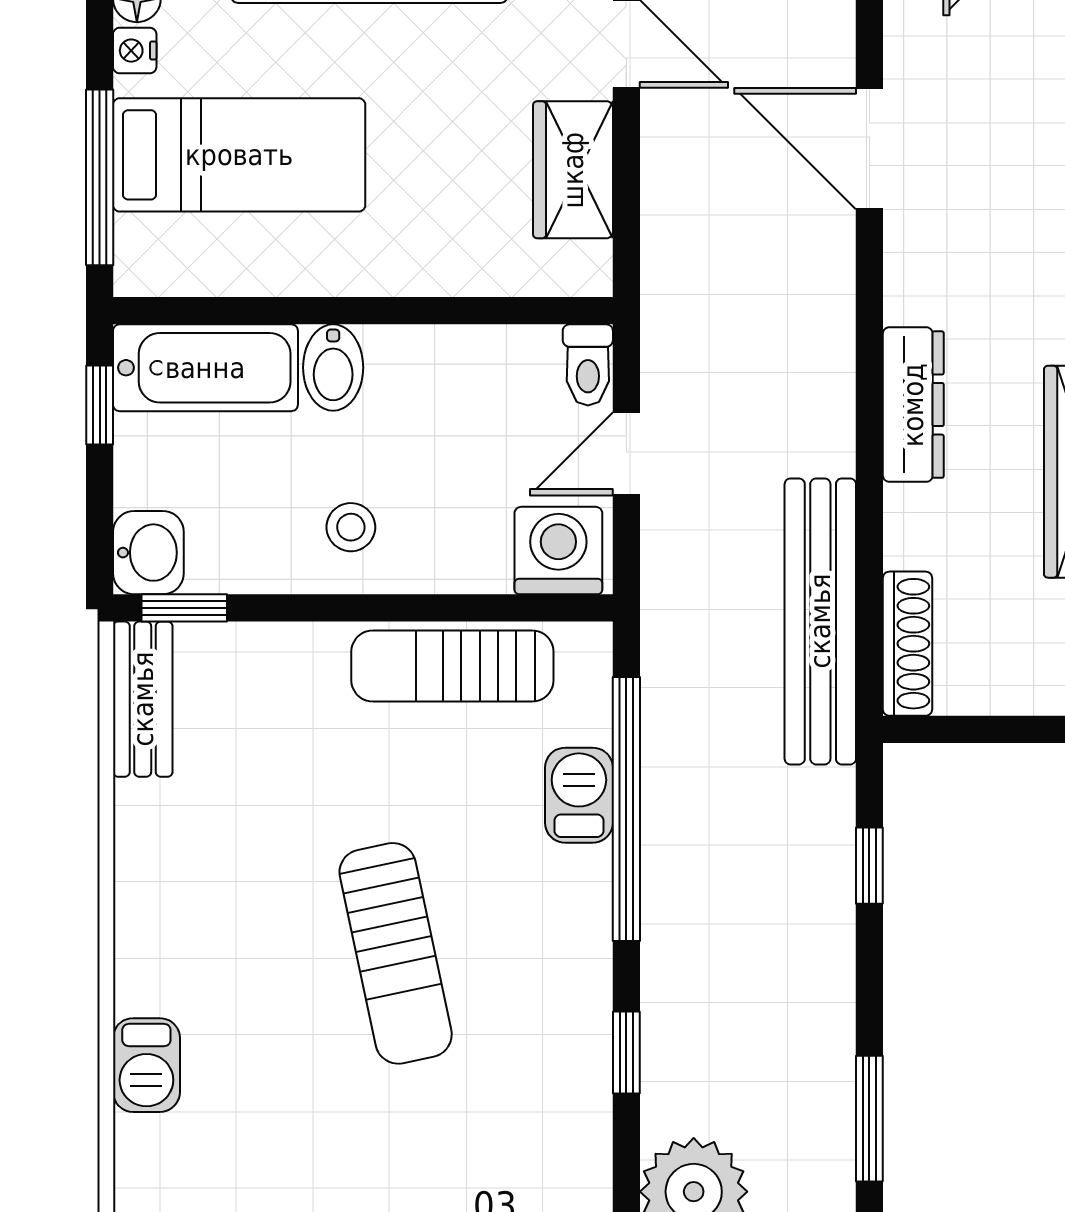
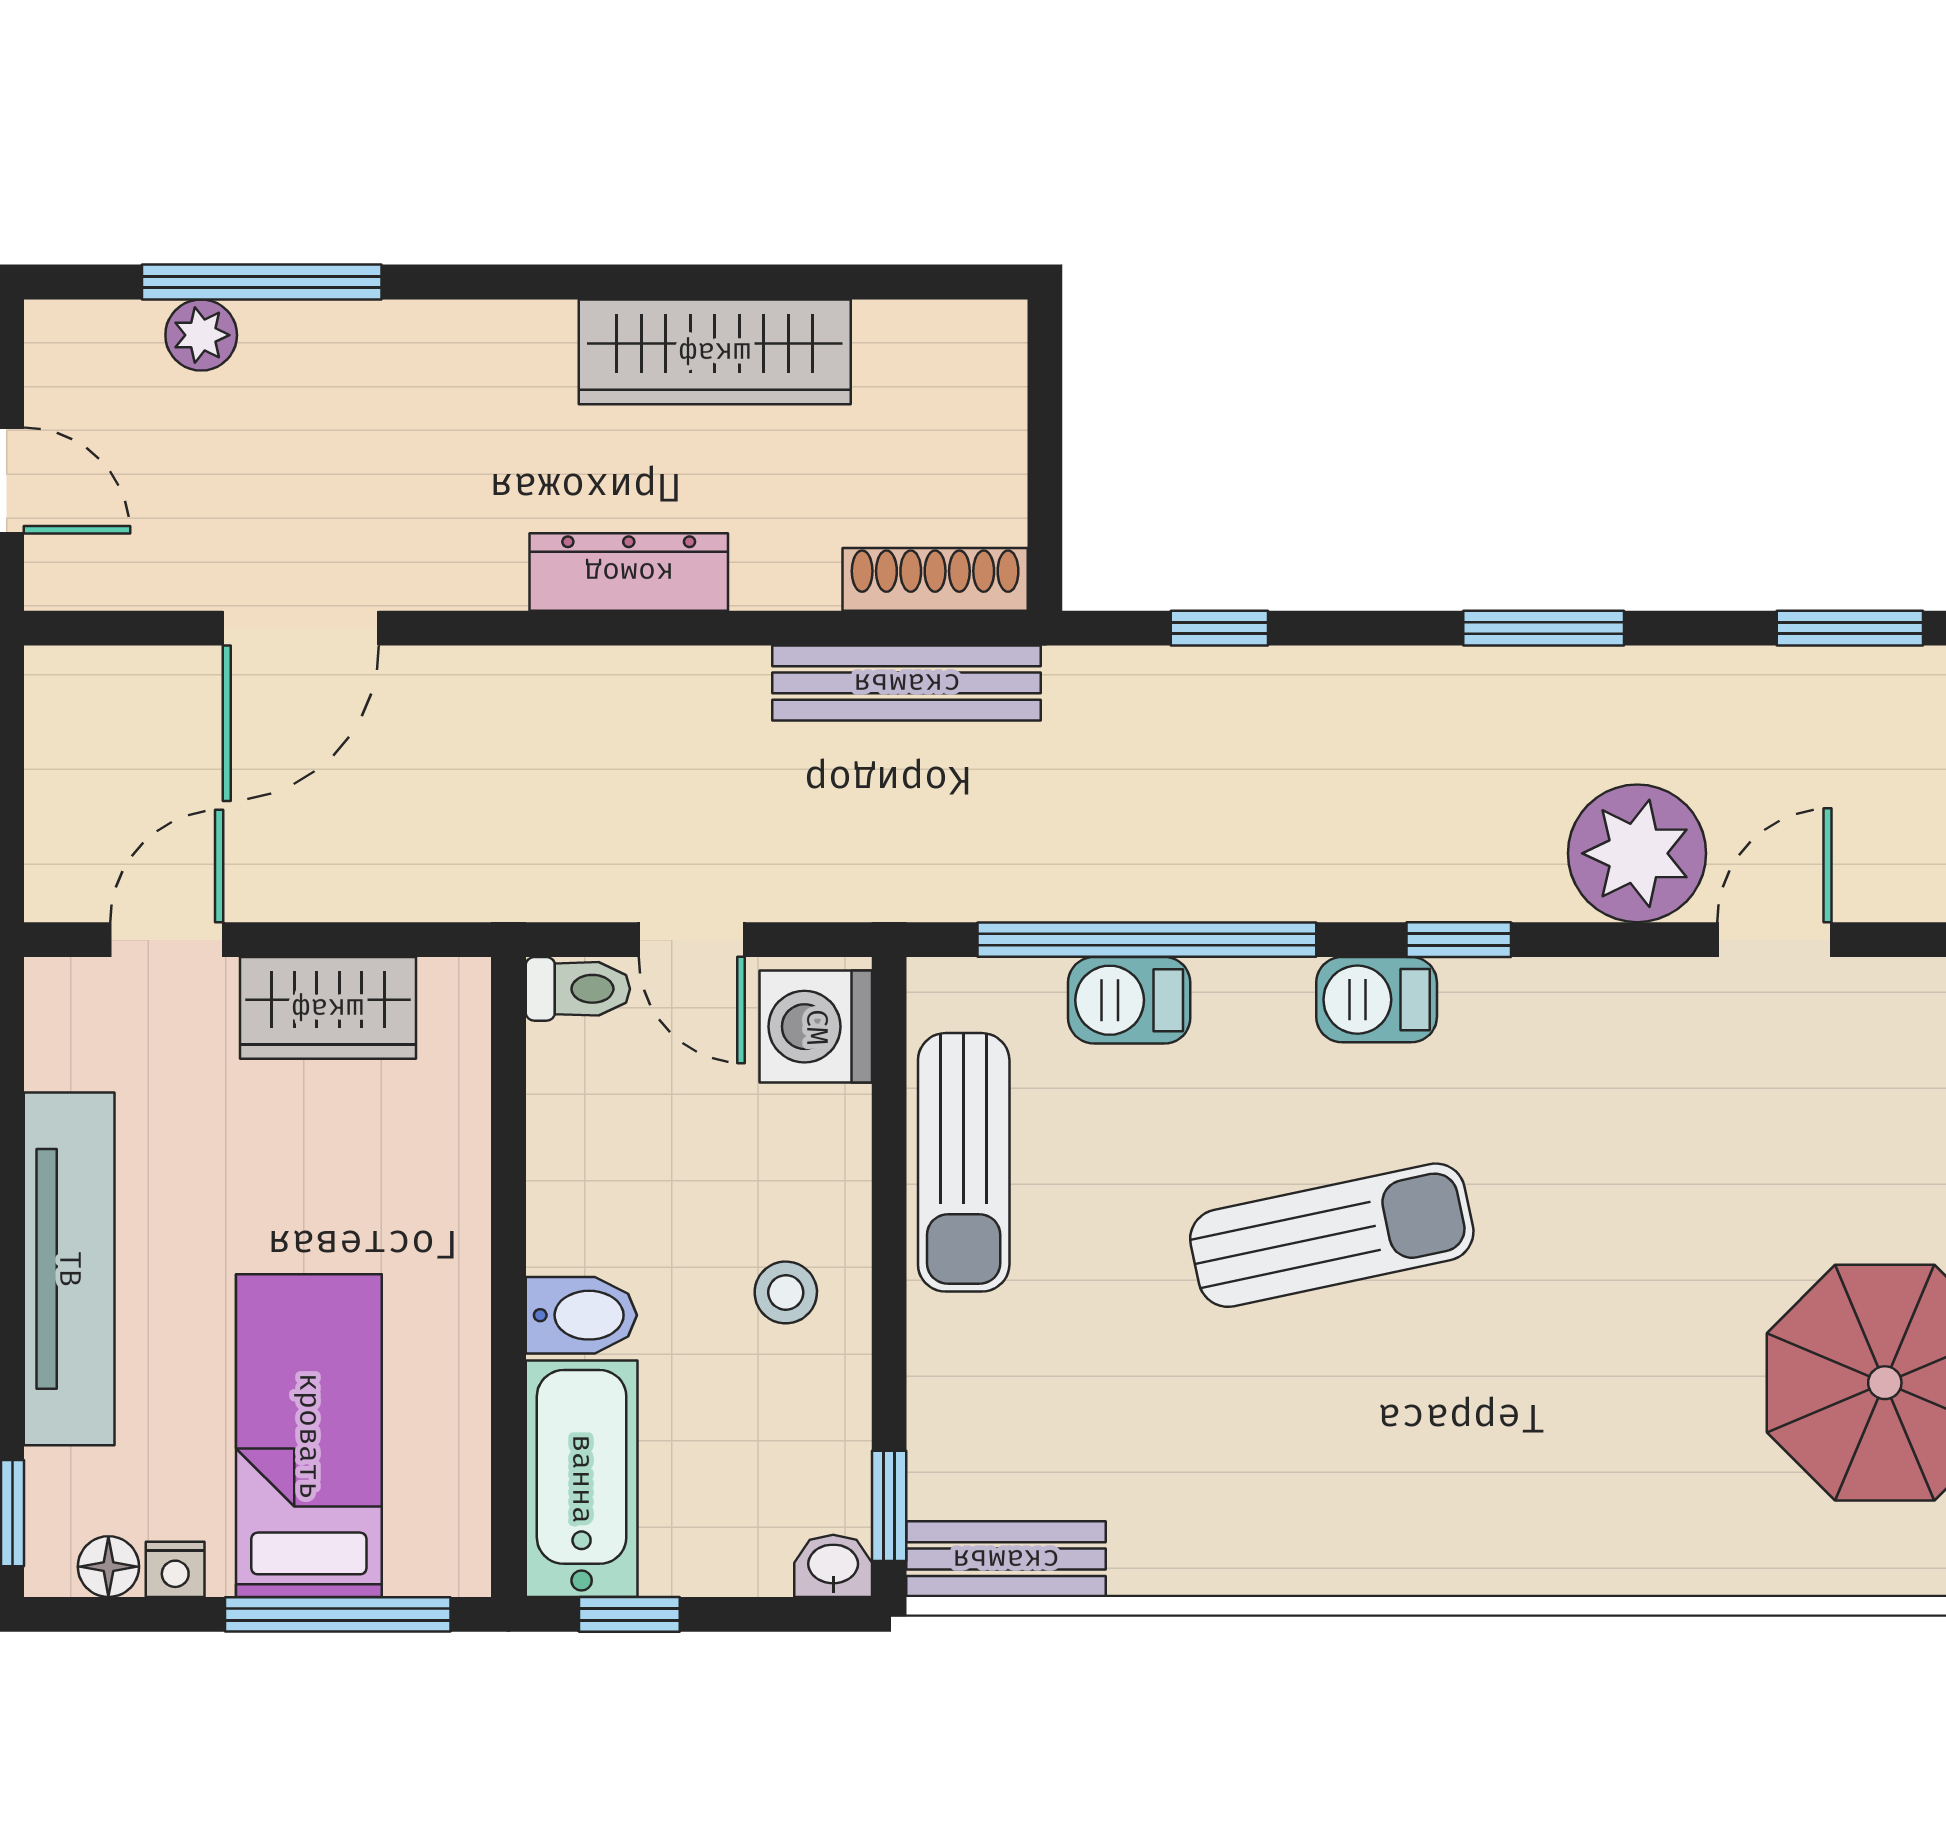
washbasin: (148, 553) -> (833, 1566), width x0.72, depth x0.69
bench: (820, 621) -> (907, 683), width x0.73, depth x0.82
barbecue: (146, 1065) -> (1377, 1000), moved, turned 180

